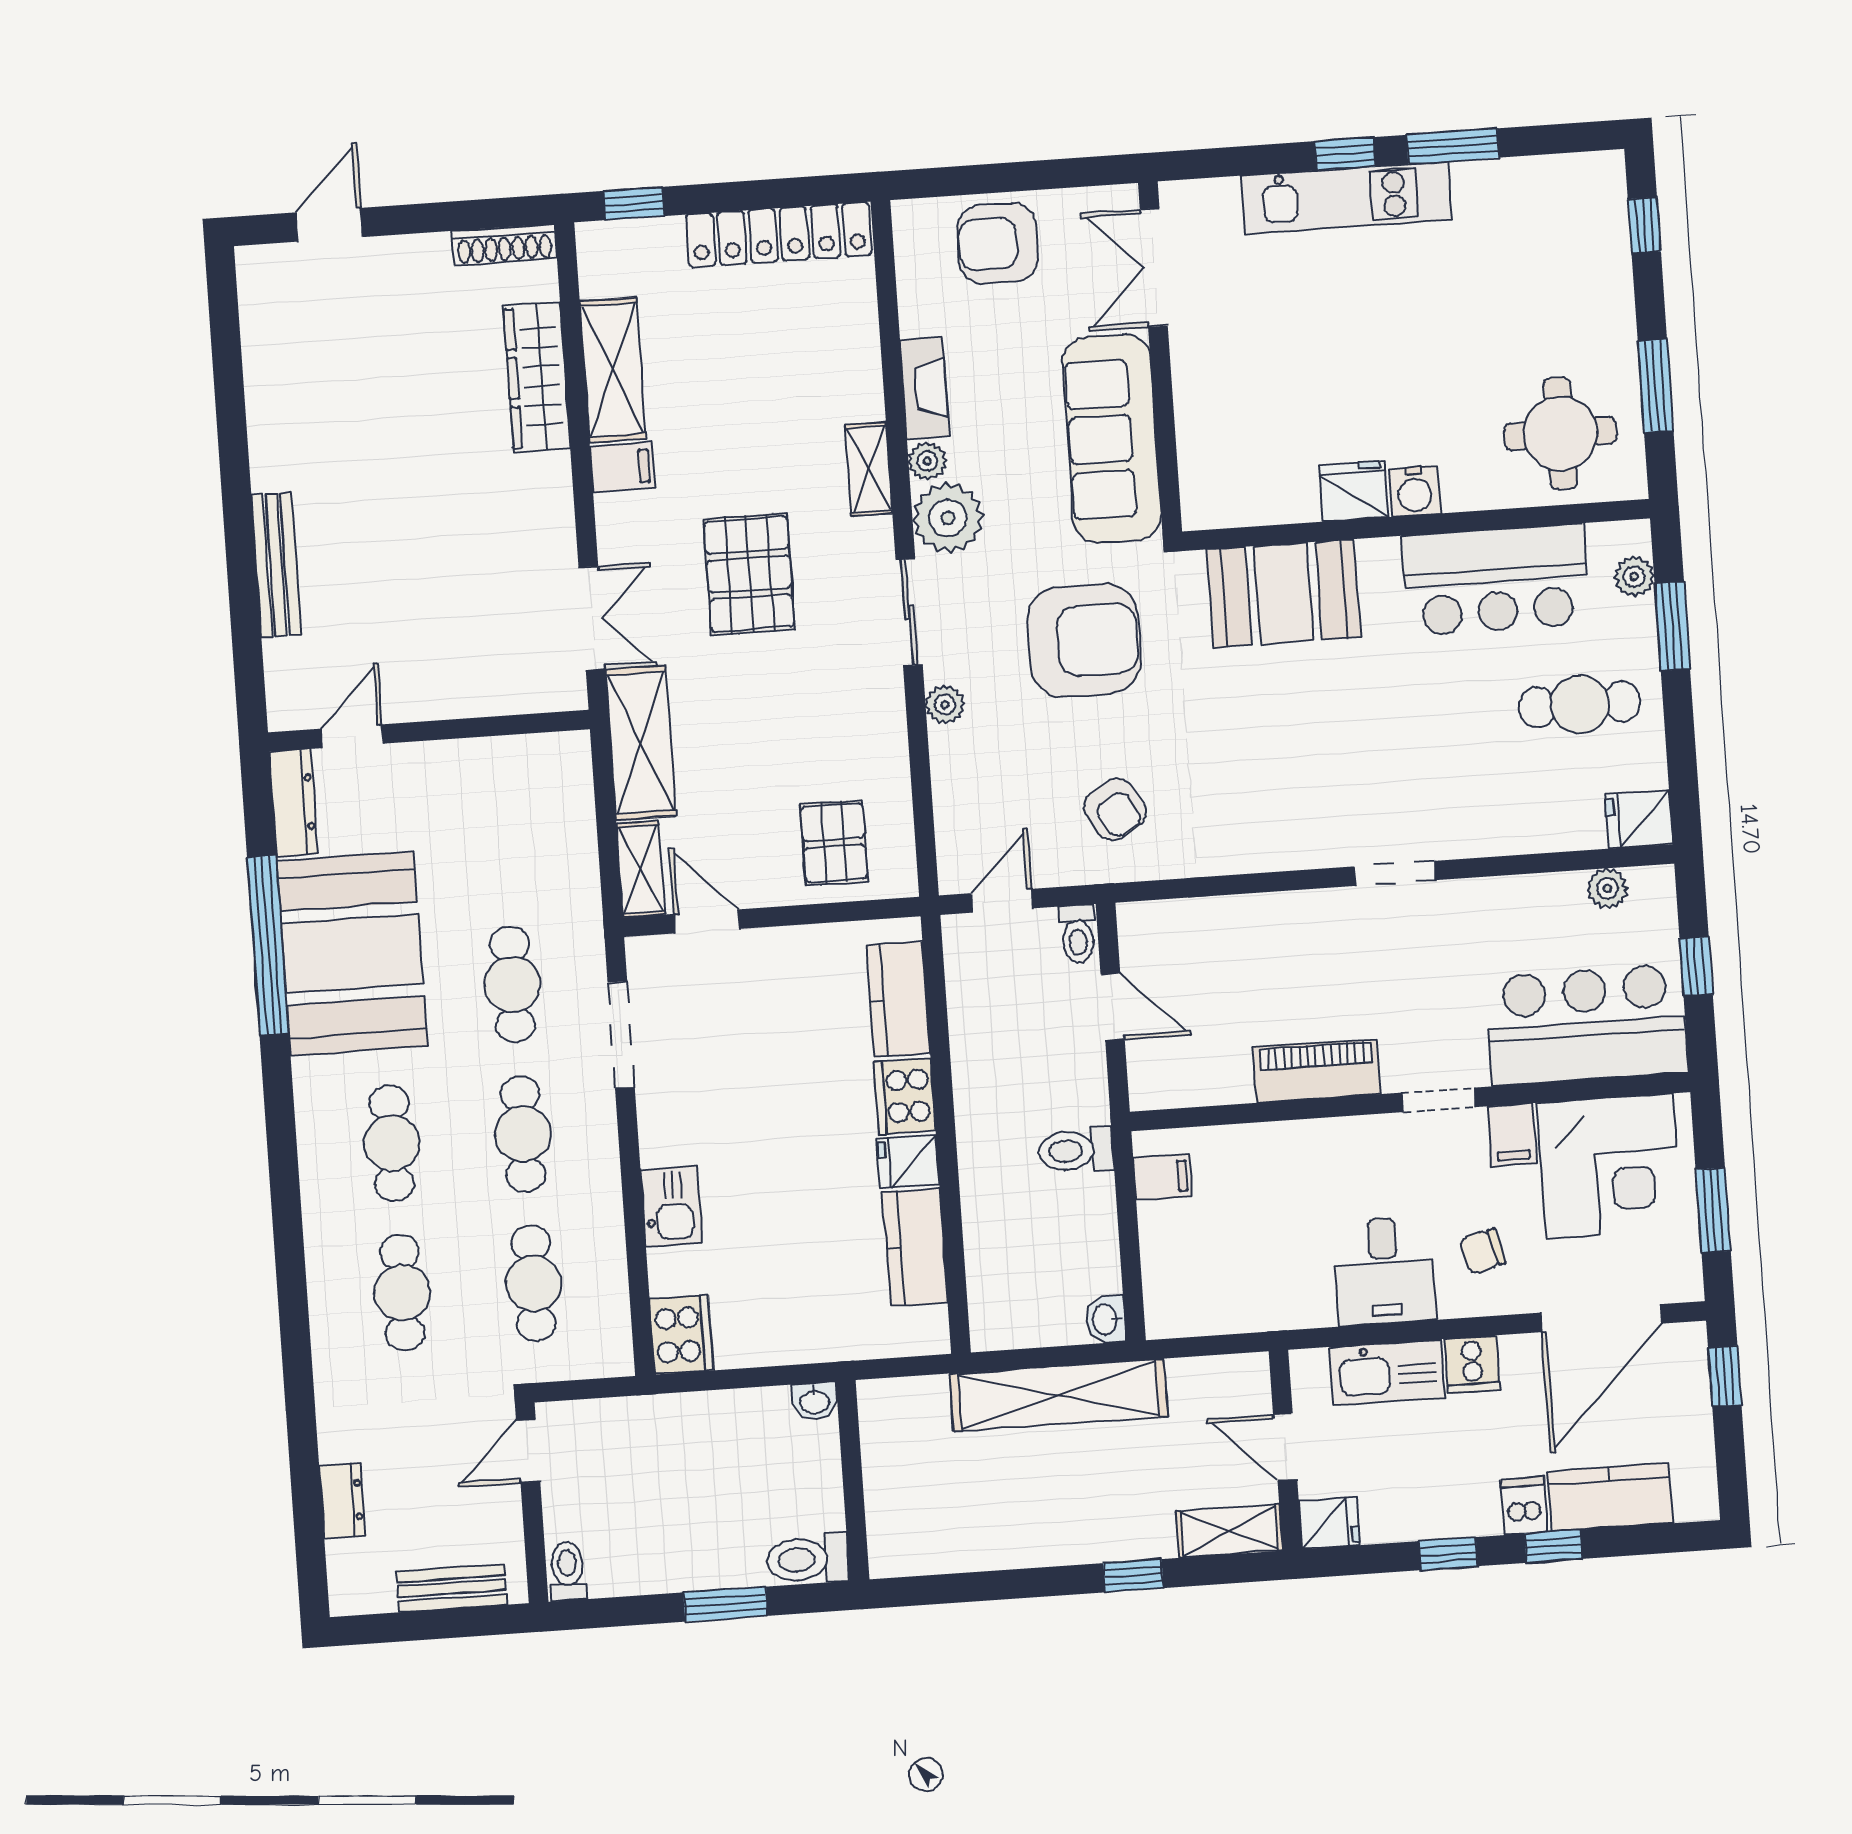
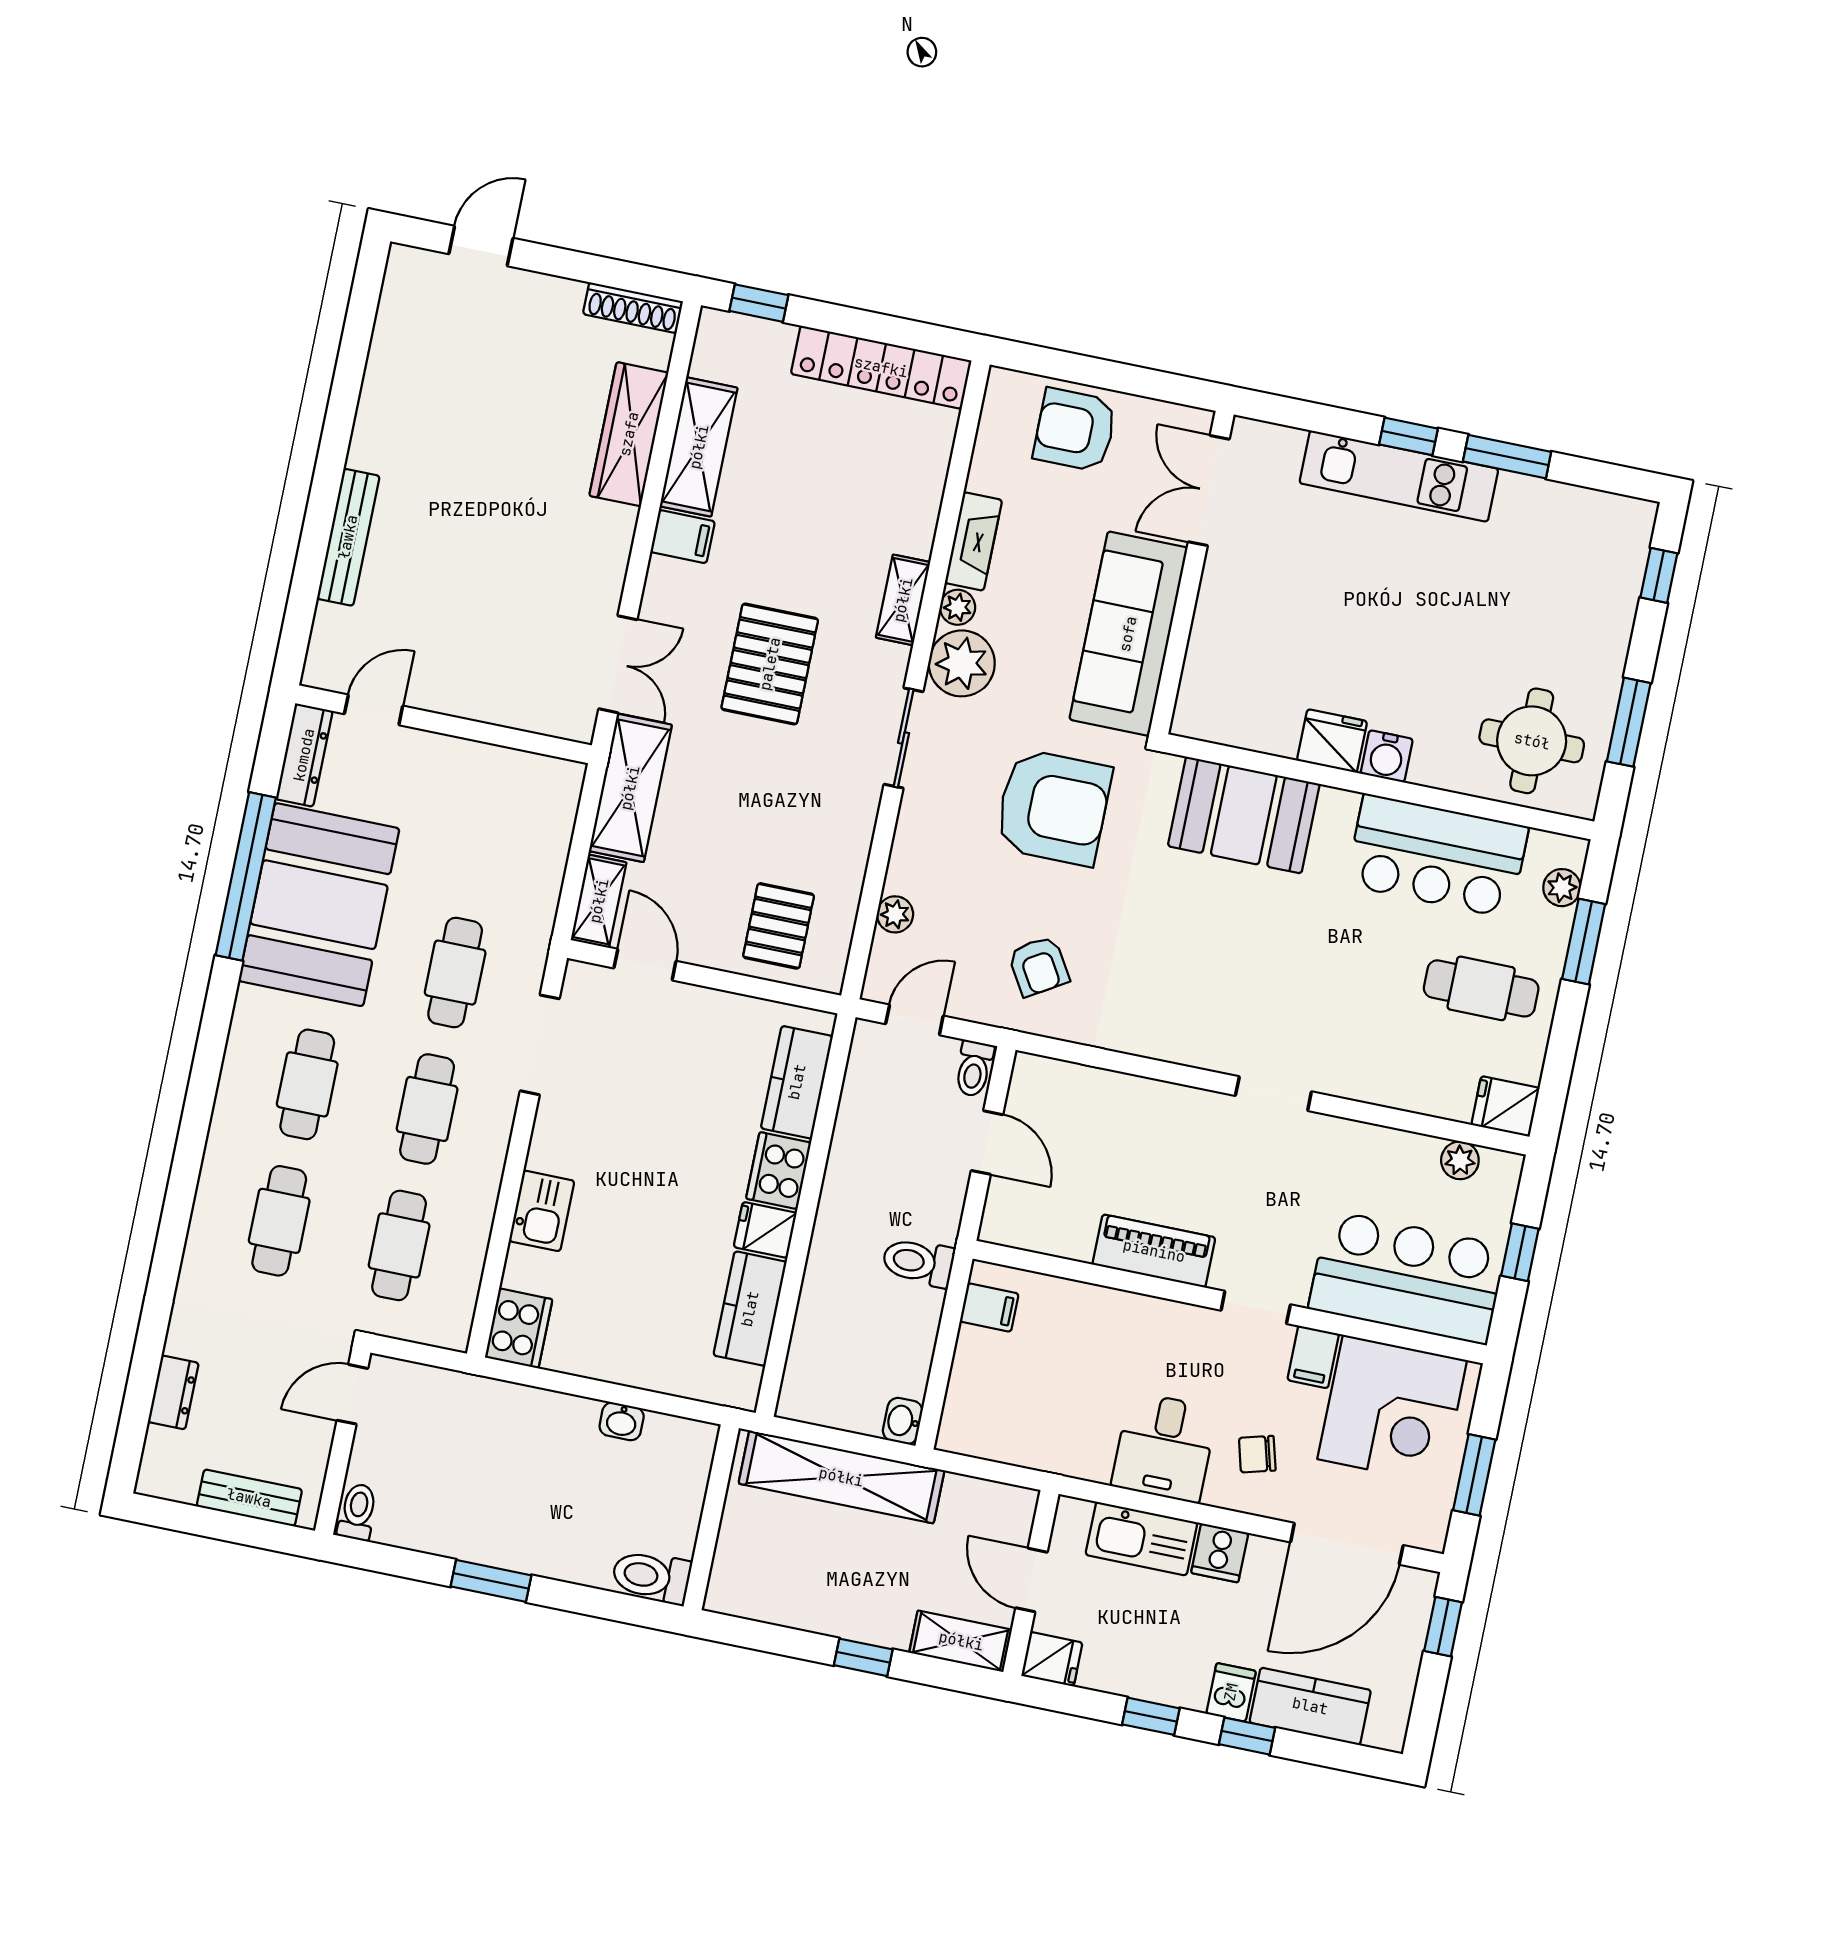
plant: (945, 704) -> (895, 914), moved
wall: (853, 1480) -> (711, 1517), moved
toilet: (808, 1559) -> (651, 1577), moved

